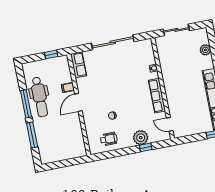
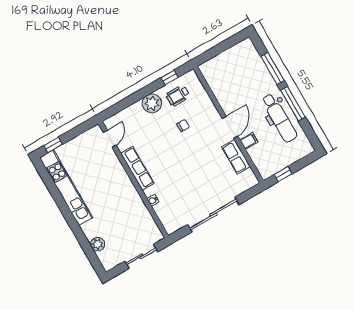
row of seats: (79, 65) -> (236, 157), moved
dental chair: (40, 97) -> (279, 118), turned 180
door: (170, 124) -> (110, 139), hinge flipped
plant: (141, 138) -> (152, 103), moved
window: (146, 147) -> (169, 78), moved

